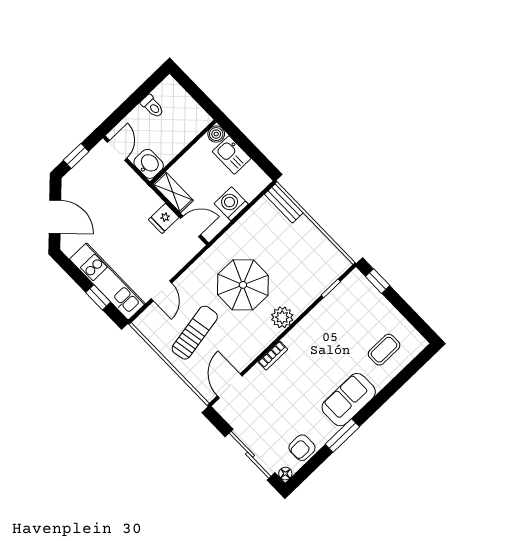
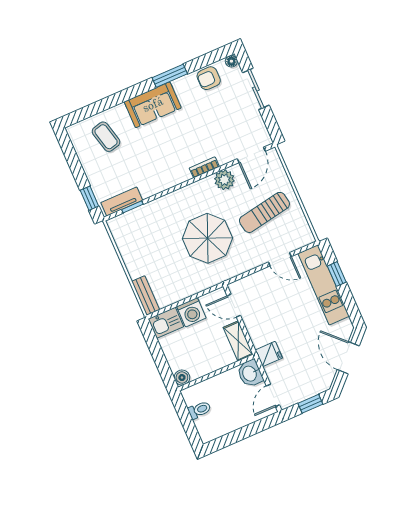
toilet: (152, 106) -> (199, 410), moved, turned 90
kitchen sink: (232, 155) -> (166, 323), moved, turned 90
fridge: (164, 218) -> (269, 354), moved
tv unit: (344, 290) -> (122, 201), added
door: (161, 291) -> (280, 259), swing flipped
plant: (282, 317) -> (224, 180), moved
coffee table: (384, 350) -> (106, 137), turned 76
armchair: (302, 448) -> (209, 78), turned 180
sliding door: (250, 455) -> (256, 89), width x0.73

